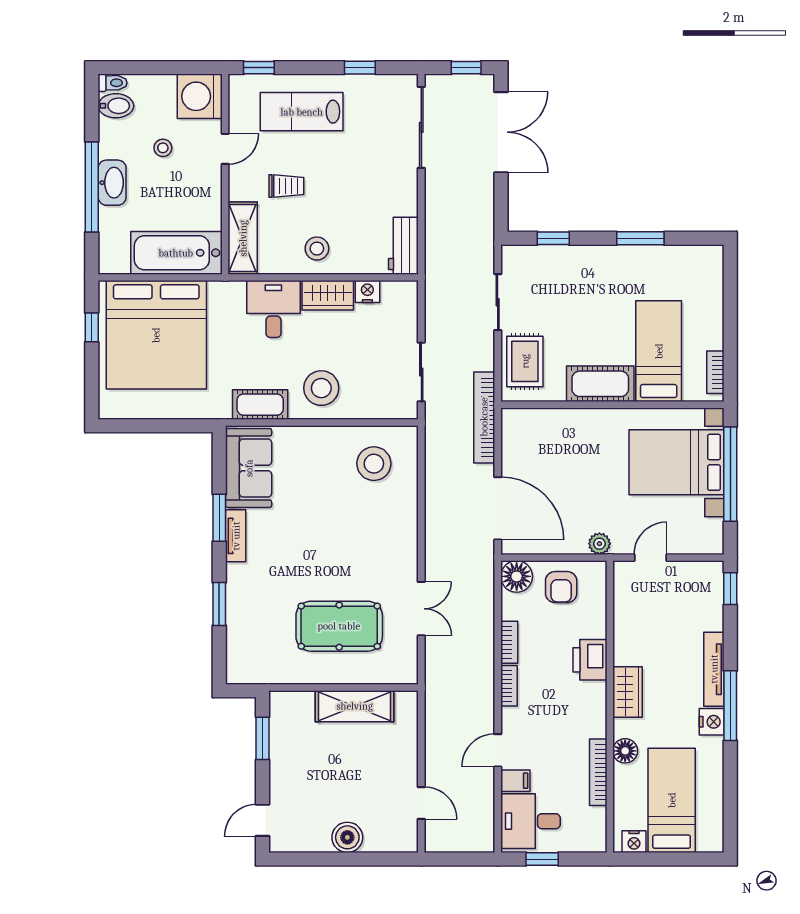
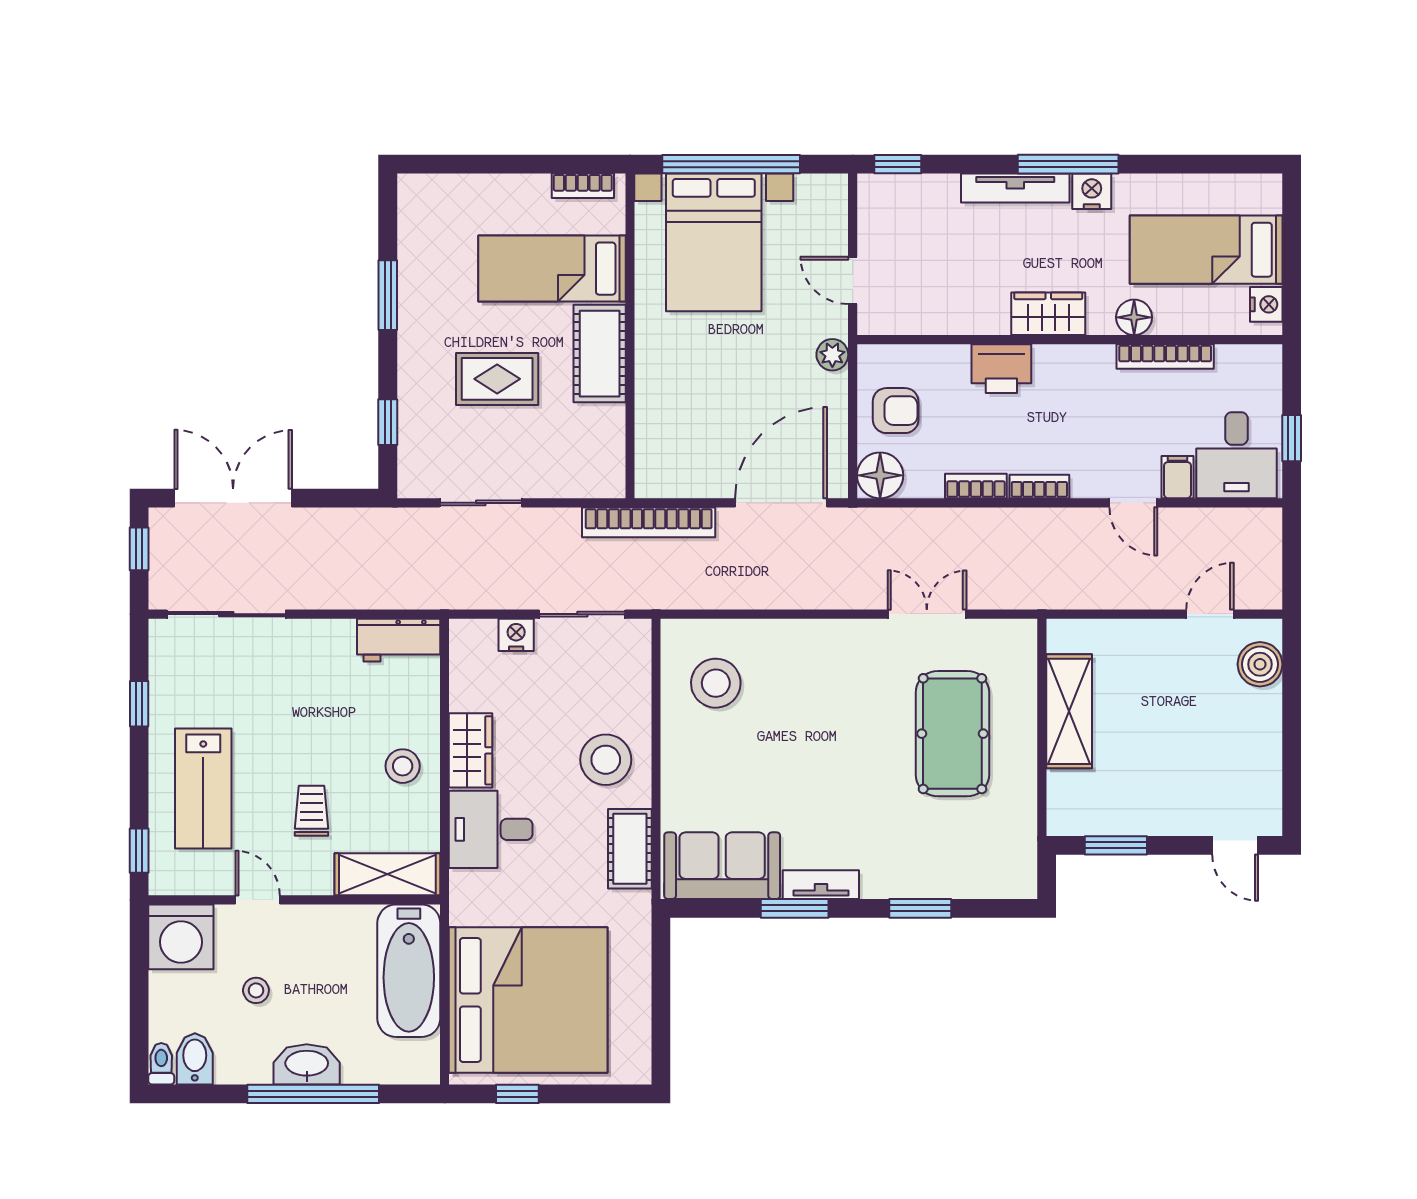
nightstand: (367, 292) -> (516, 635), moved, turned 90
rug: (525, 361) -> (497, 379), moved
boiler: (347, 837) -> (1260, 664), moved

